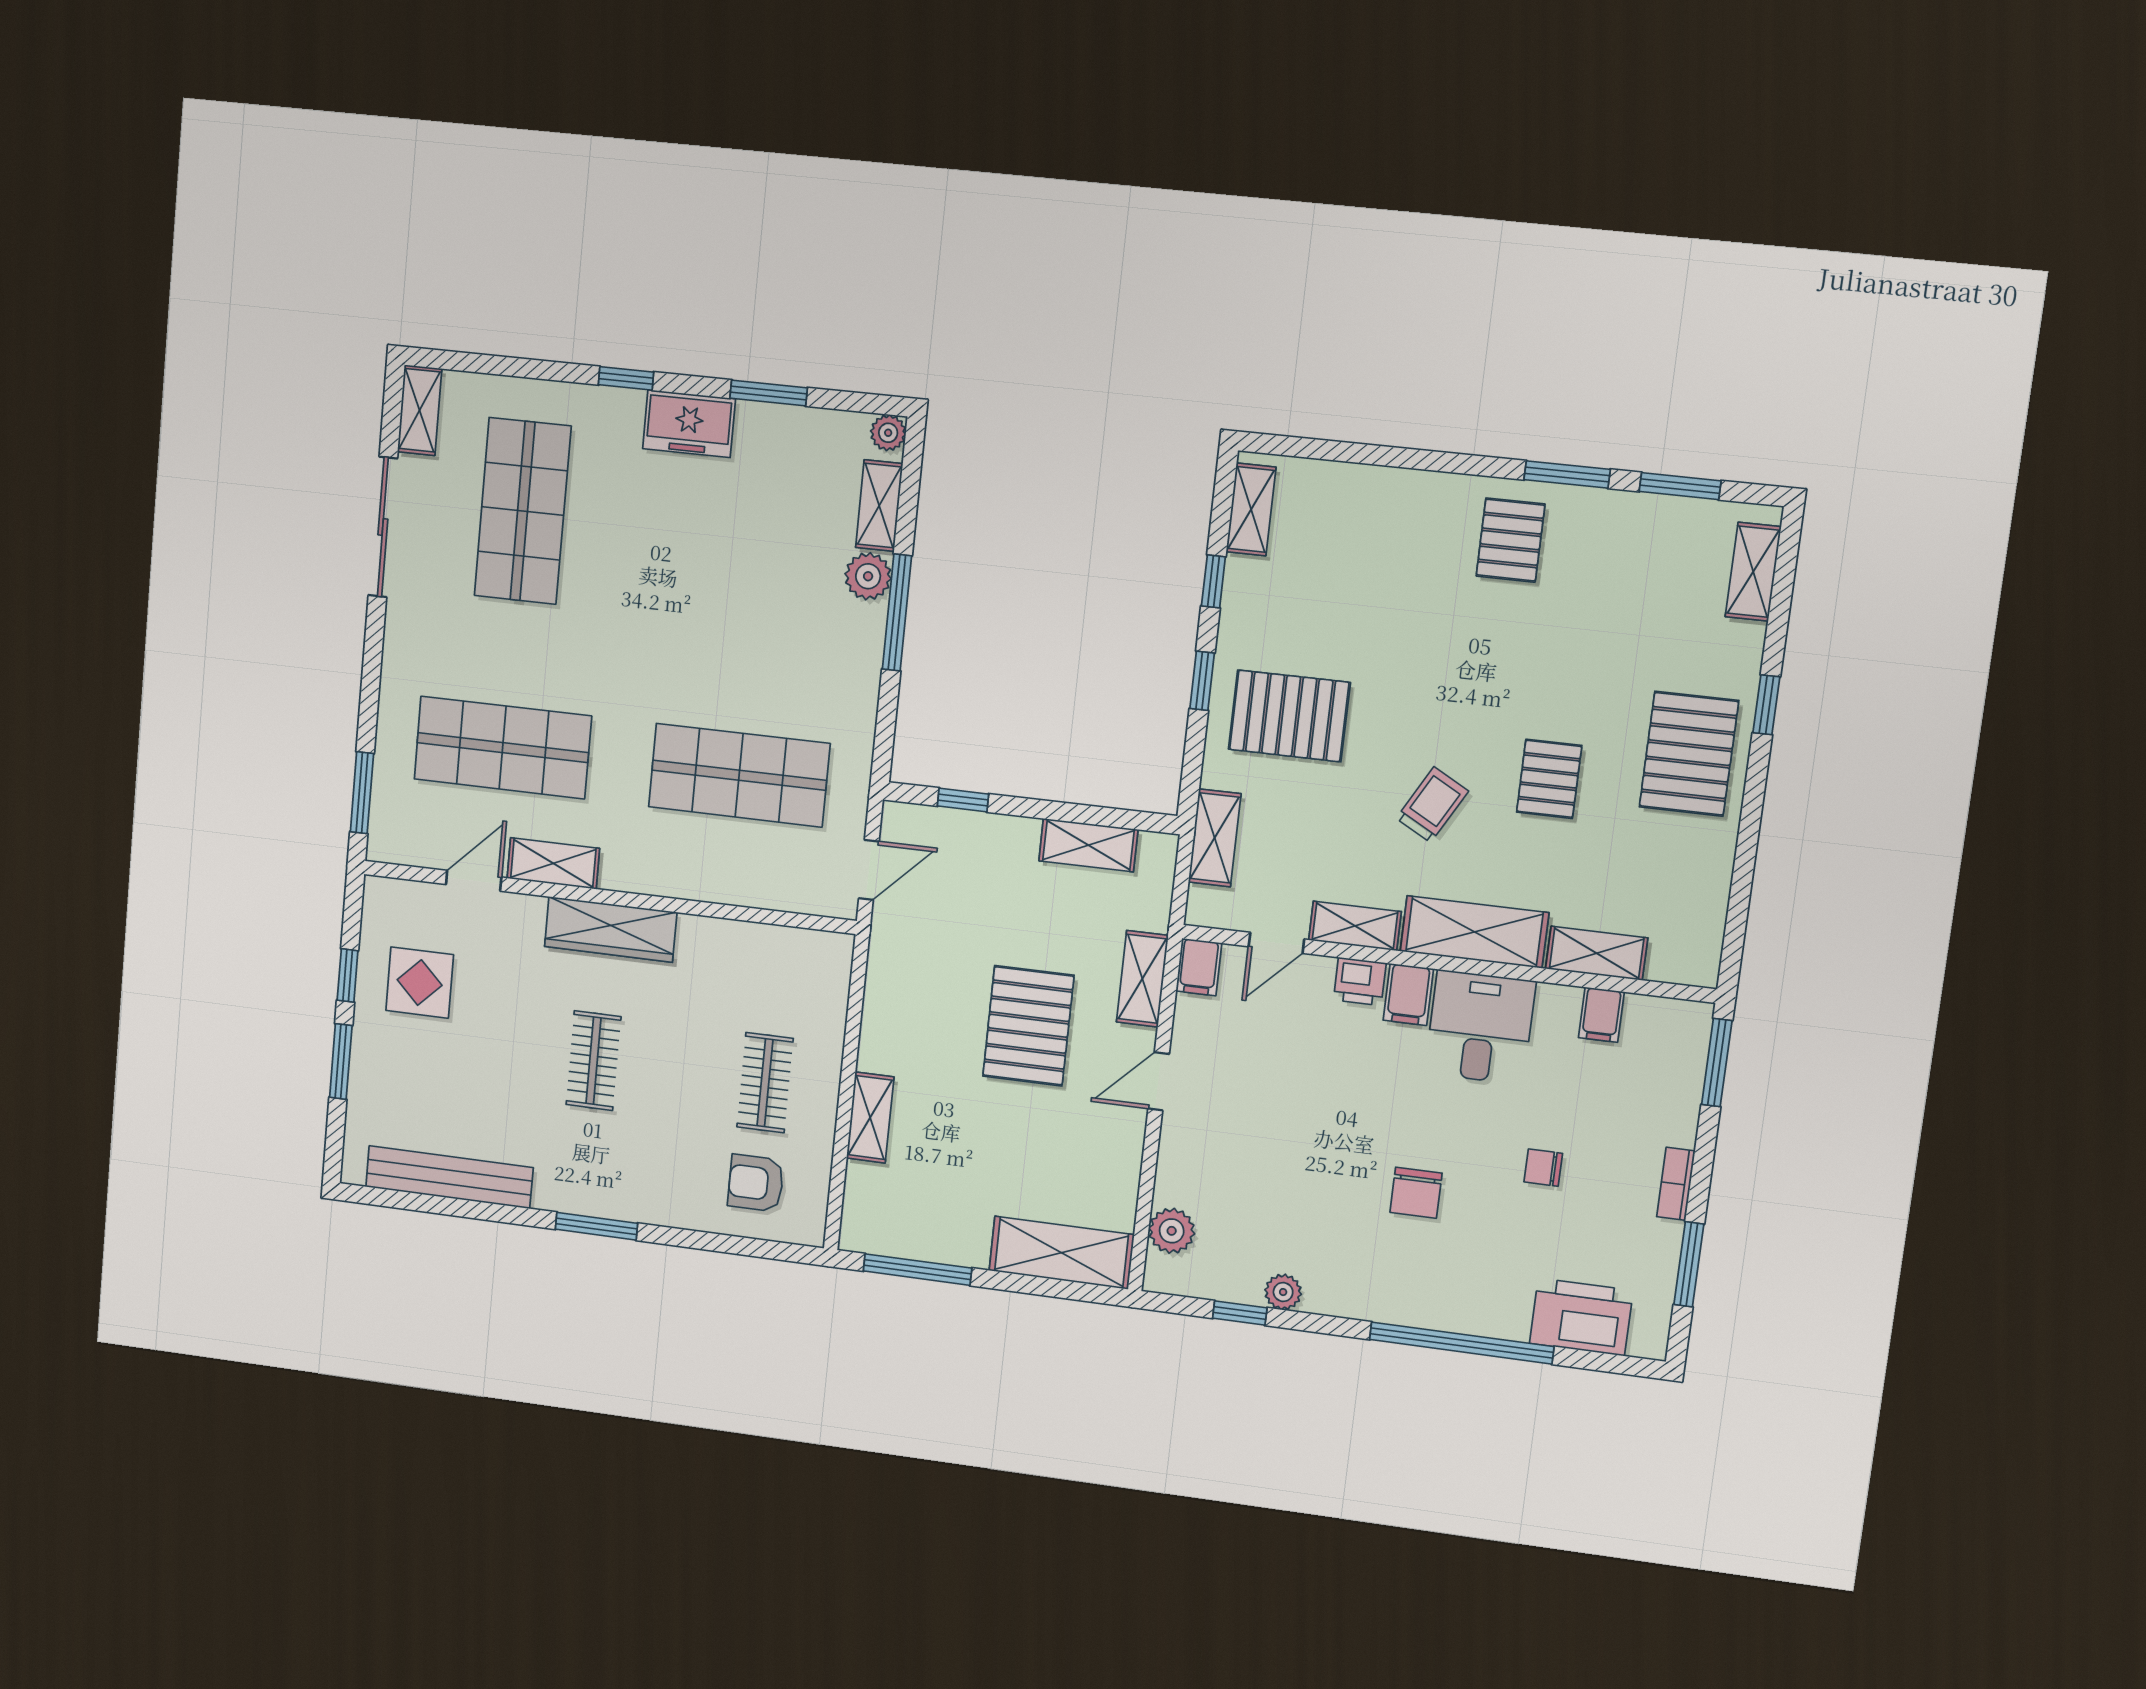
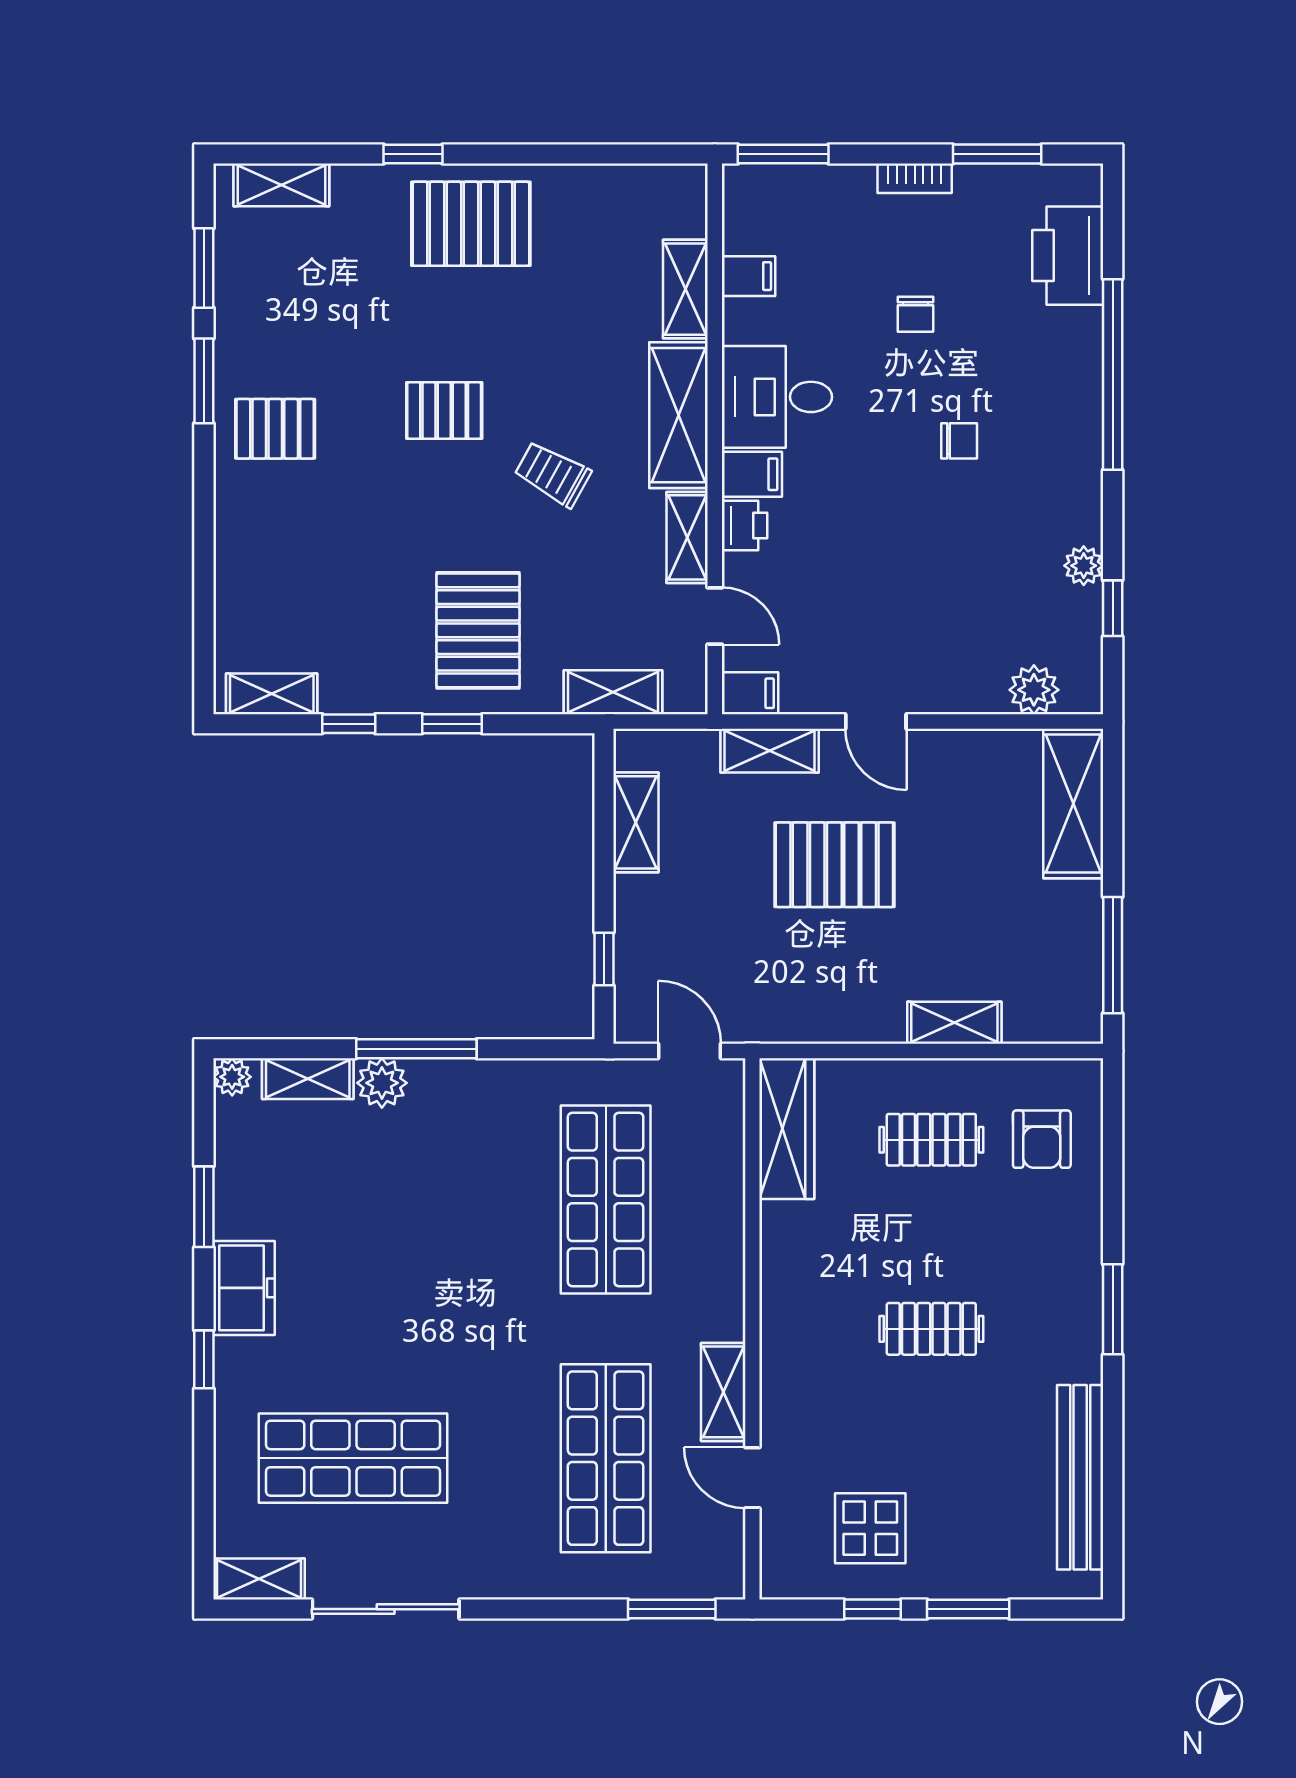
pallet: (1549, 779) -> (444, 411), moved
wardrobe: (611, 929) -> (787, 1129), moved
chair: (1416, 1193) -> (959, 441), width x0.73, depth x0.73

